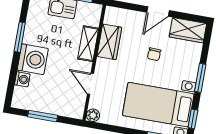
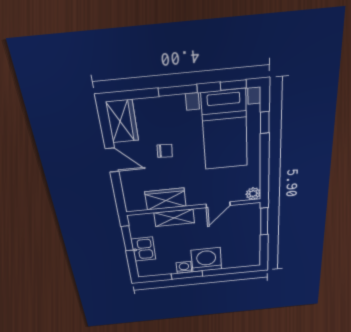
washing machine: (22, 79) -> (184, 267), moved
window: (43, 116) -> (264, 221), moved

